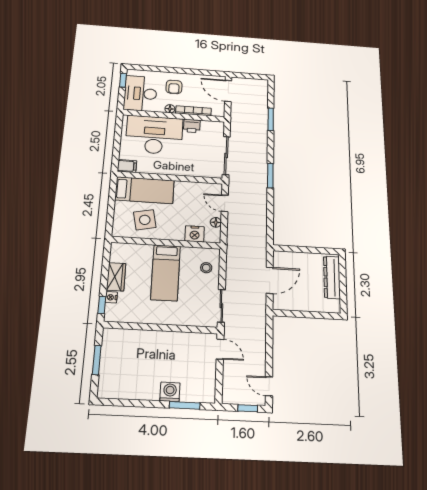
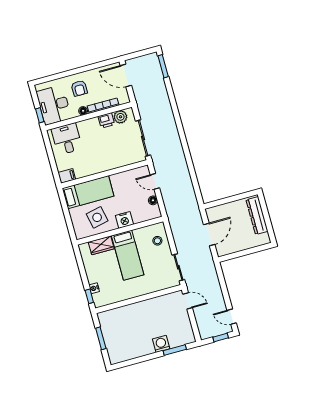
window: (123, 80) -> (40, 115), moved
window: (271, 119) -> (163, 66), moved
plant: (209, 127) -> (120, 117), added
desk: (154, 135) -> (67, 139), width x0.53, depth x0.77
window: (270, 176) -> (184, 144), removed
nightstand: (195, 234) -> (124, 220), moved
wardrobe: (116, 277) -> (101, 245), moved, turned 90

